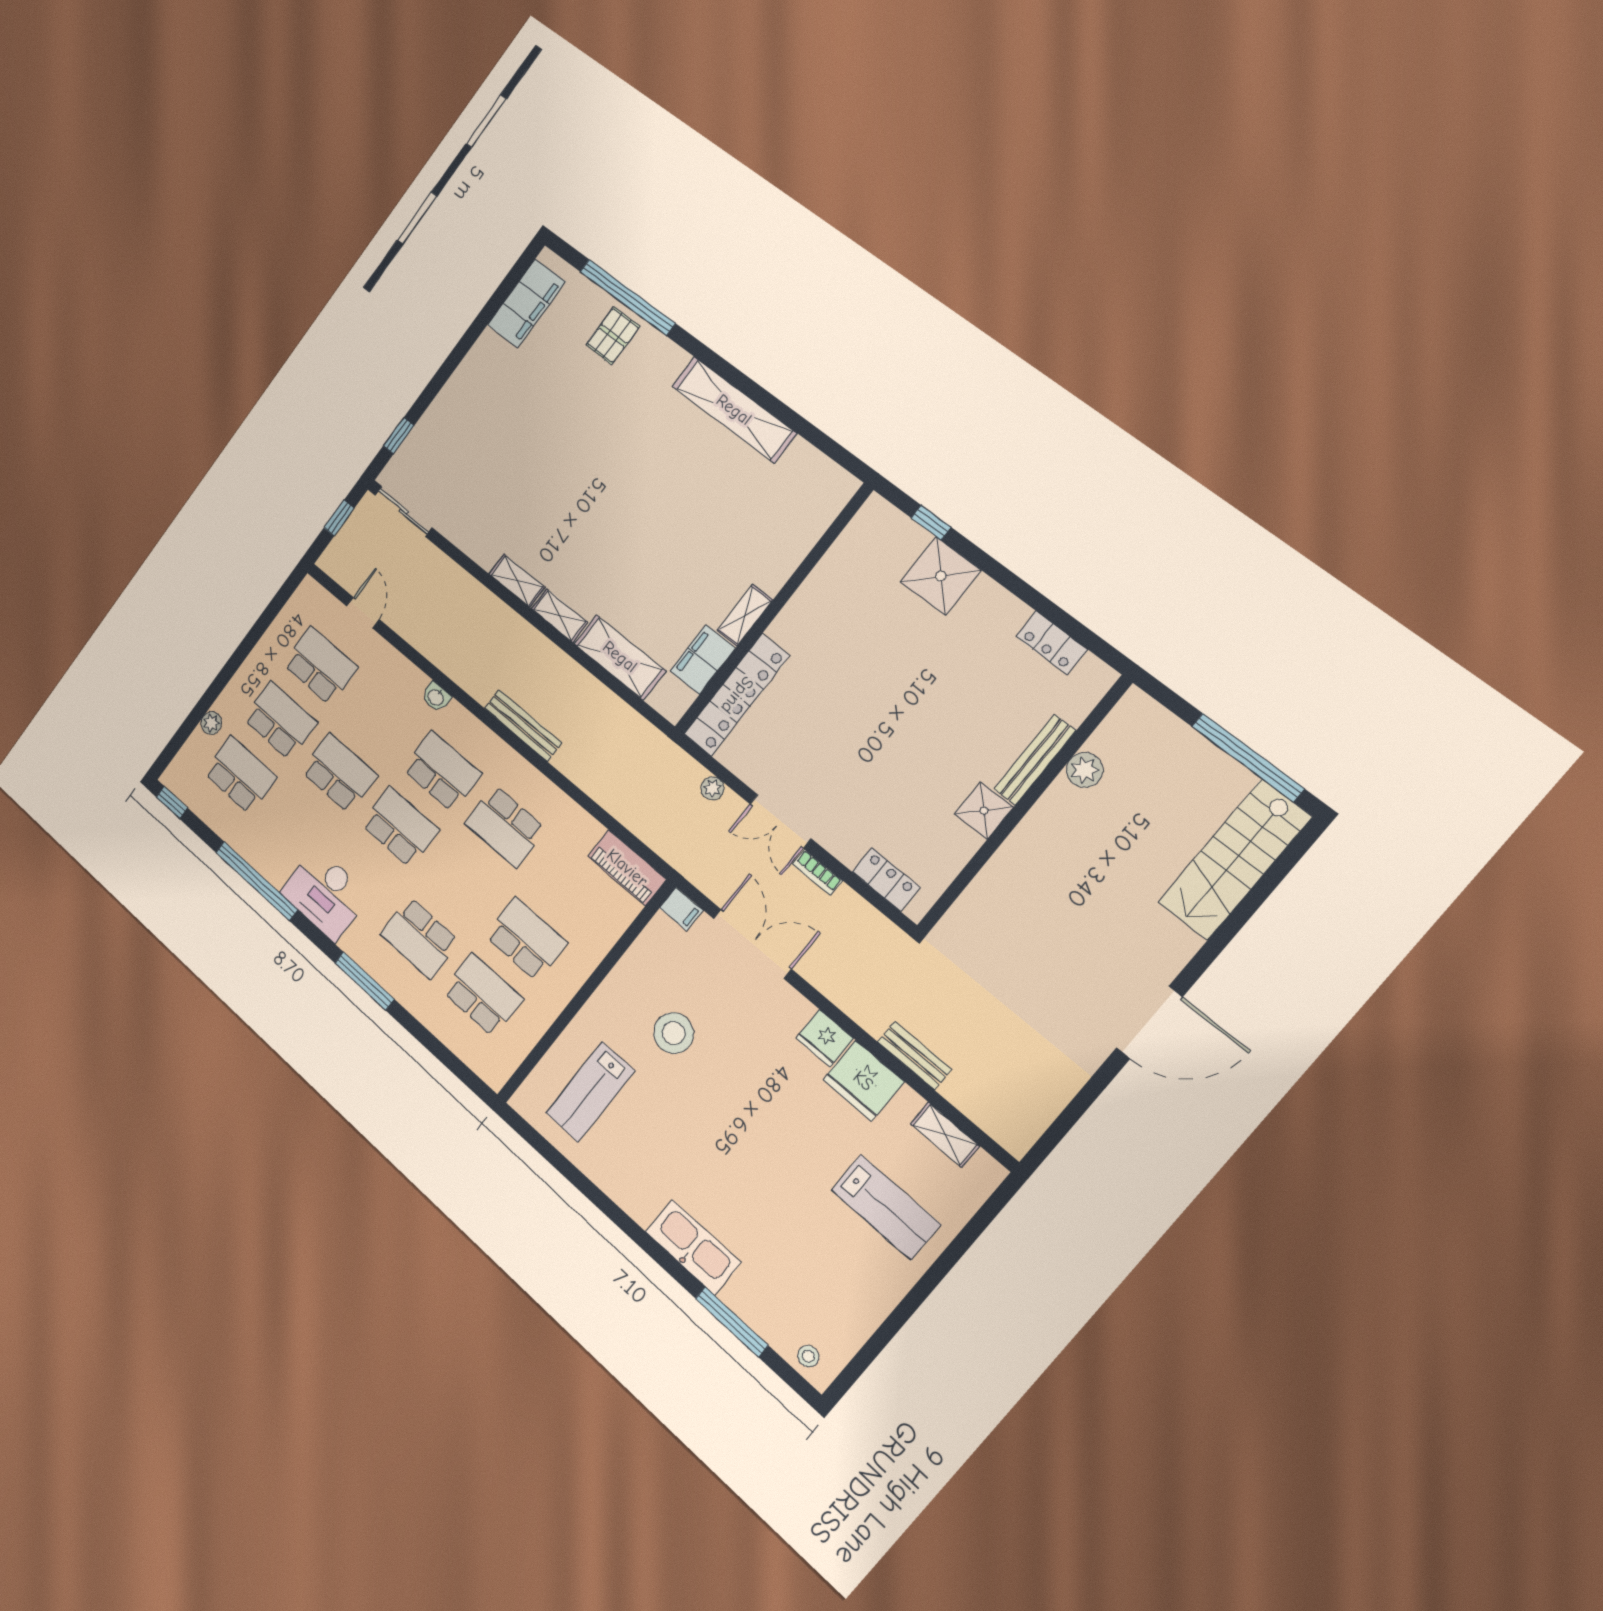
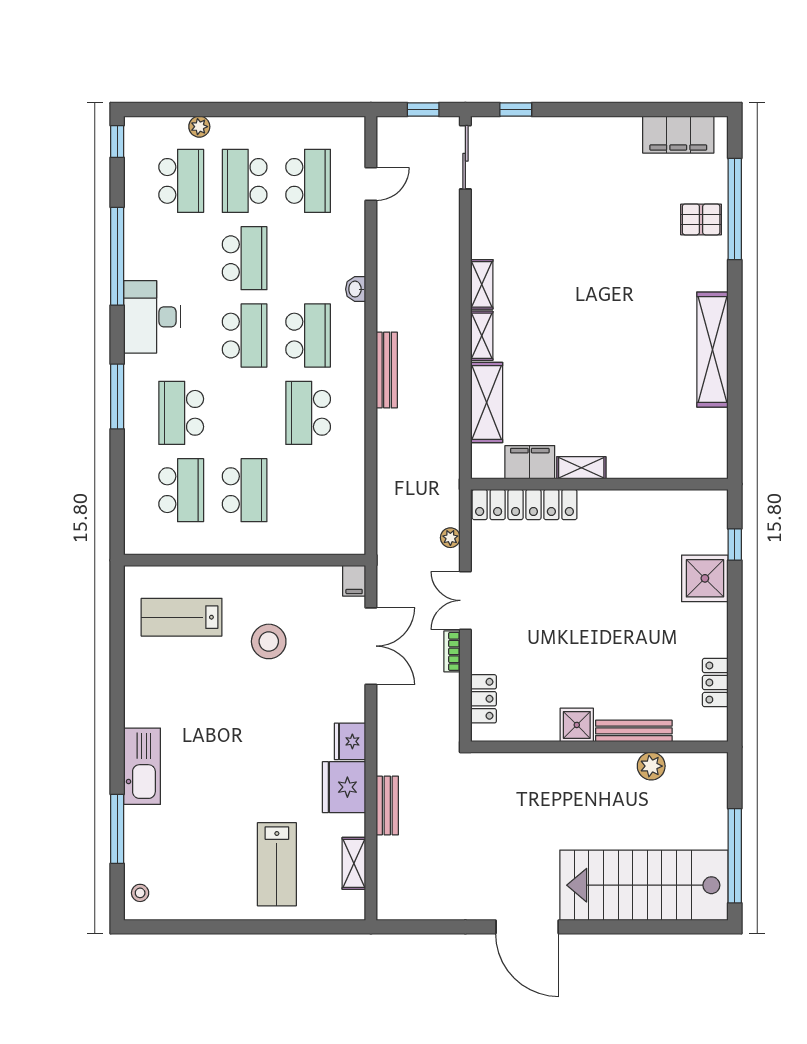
school desk: (280, 721) -> (245, 181), turned 180
stairs: (1234, 860) -> (644, 885), width x1.36, depth x1.51
piano: (627, 868) -> (351, 522), removed

